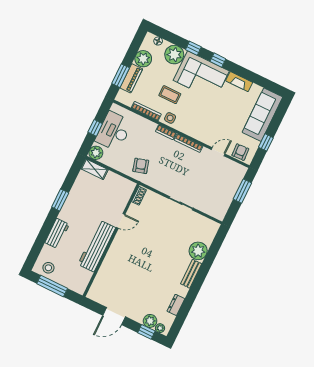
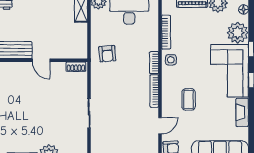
coffee table: (170, 95) -> (189, 99), moved
door: (218, 152) -> (160, 126), hinge flipped
armchair: (141, 166) -> (107, 54), turned 101

